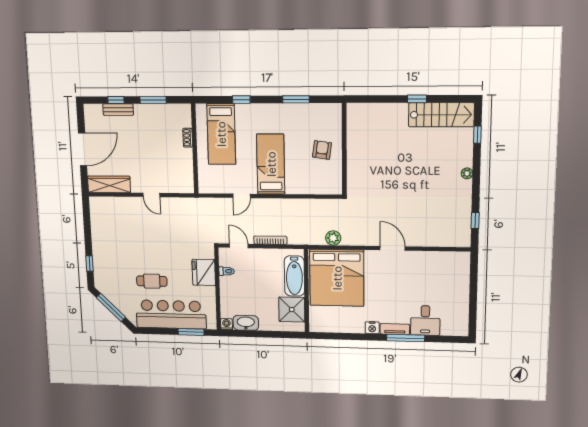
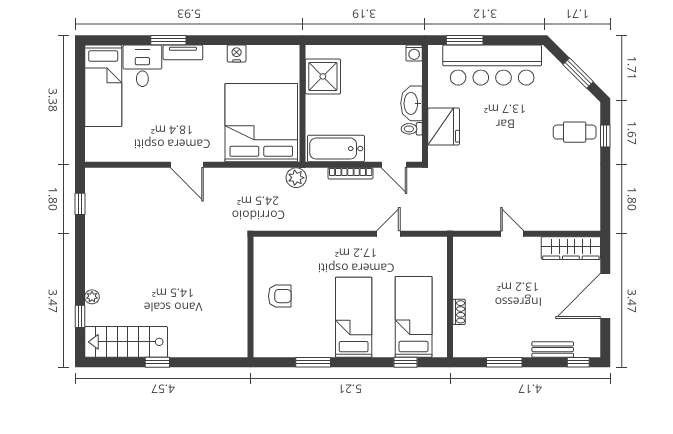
window: (116, 100) -> (578, 362), moved
window: (241, 100) -> (406, 362), moved
armchair: (322, 150) -> (280, 296), turned -98
bed: (271, 164) -> (354, 317), moved, turned 180
plant: (467, 173) -> (92, 297), moved
plant: (333, 238) -> (296, 178), moved
bathtub: (294, 276) -> (336, 149), moved, turned -90
cafe table: (152, 281) -> (575, 132), moved
window: (111, 307) -> (578, 73), width x0.69
bed: (455, 307) -> (103, 86), added
washbasin: (246, 323) -> (411, 103), moved, turned 90
nightstand: (372, 328) -> (237, 54), moved
window: (406, 338) -> (168, 40), width x0.69

